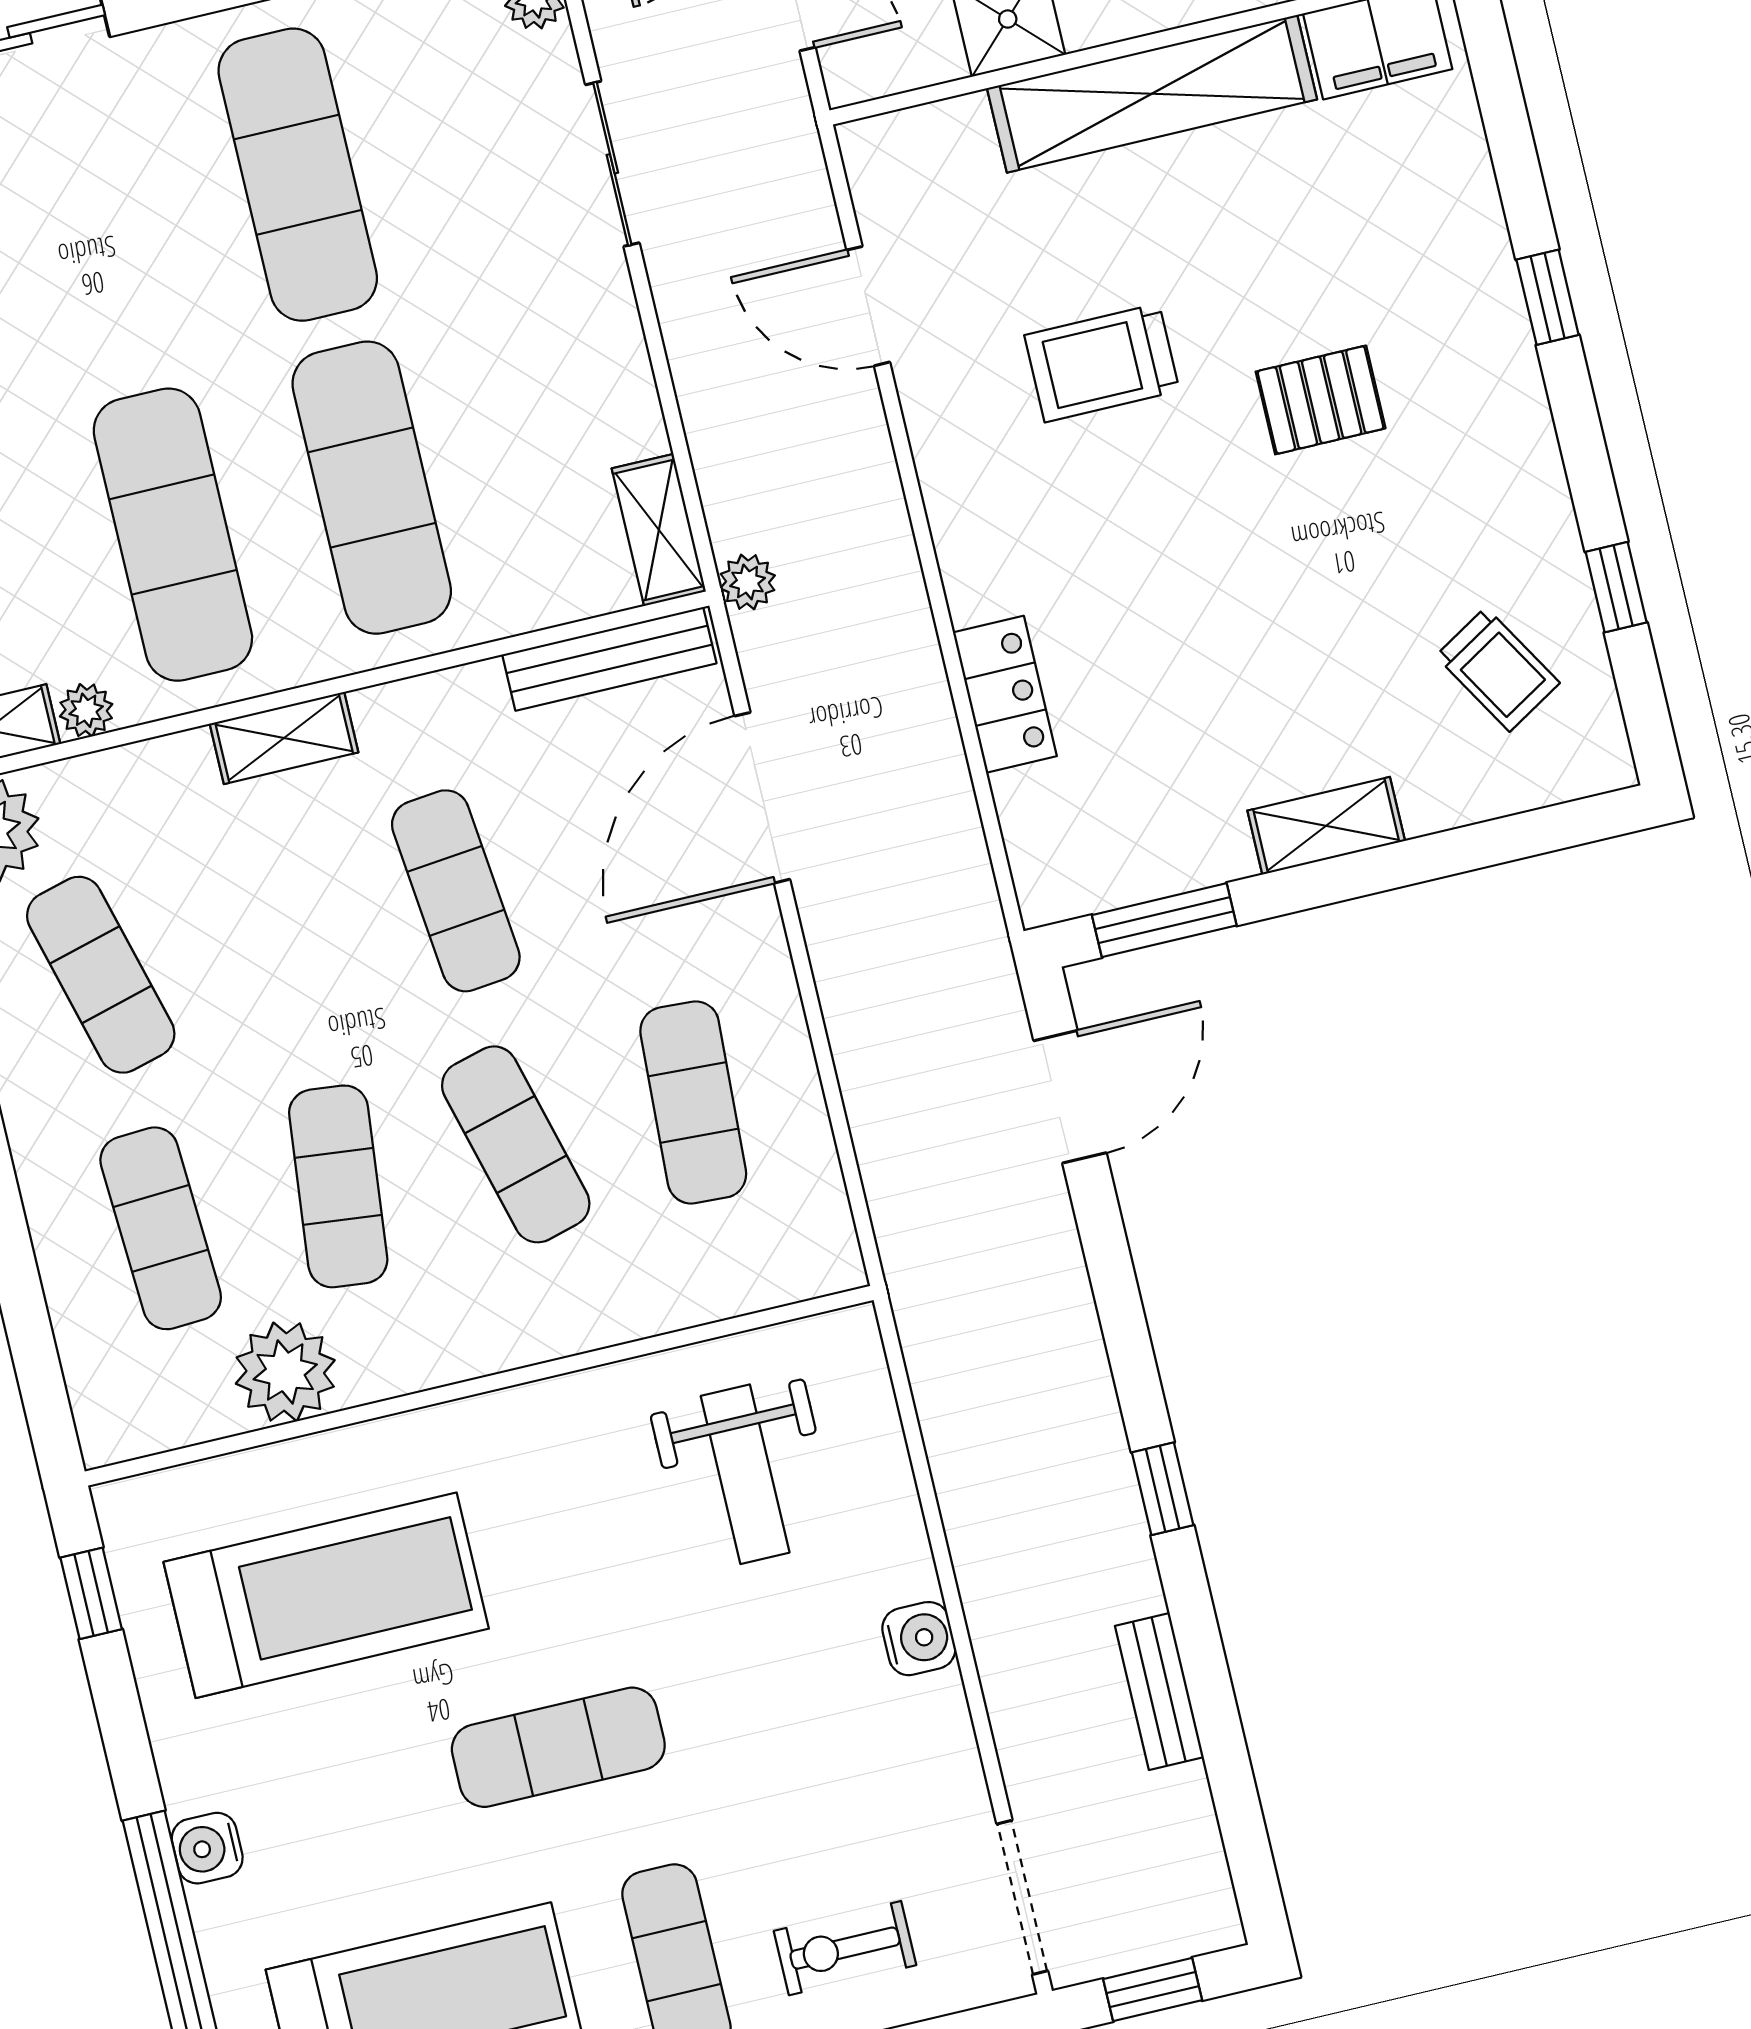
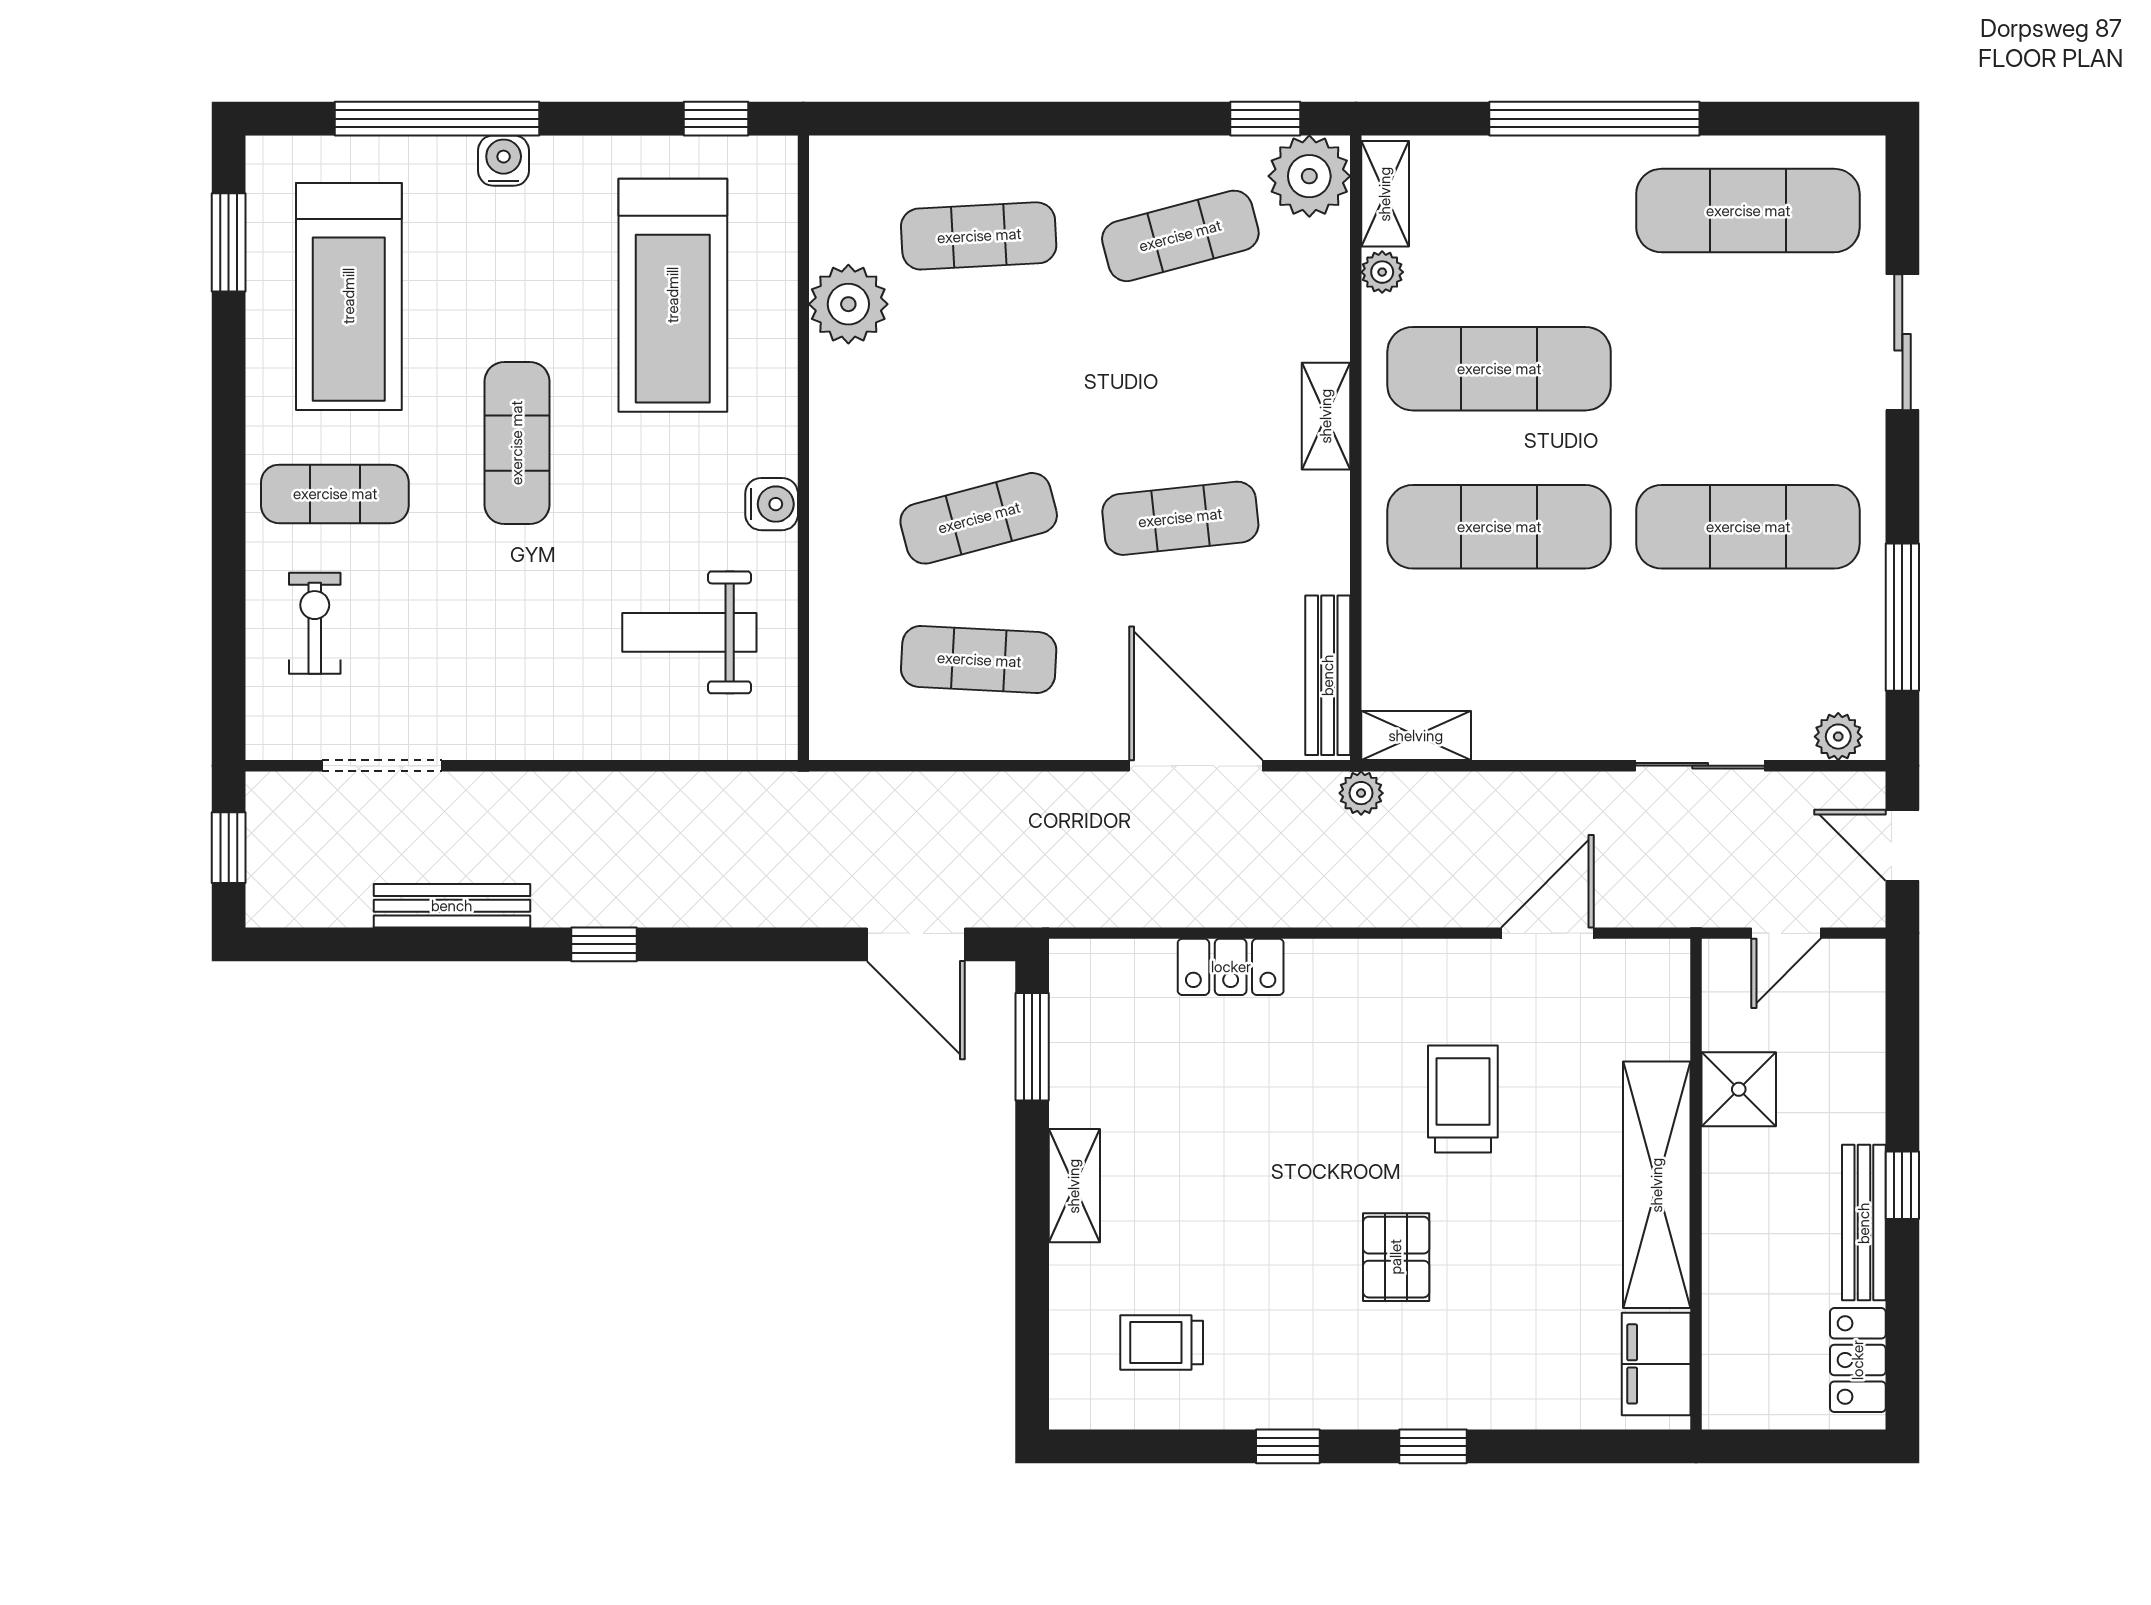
window: (1616, 587) -> (1288, 1446), moved
trolley: (1498, 669) -> (1162, 1343), turned 31
exercise mat: (338, 1186) -> (979, 377), removed
water cooler: (919, 1639) -> (772, 504), moved, turned -90
bench: (1159, 1692) -> (452, 906), width x1.36
doorway: (1022, 1897) -> (382, 766), moved

